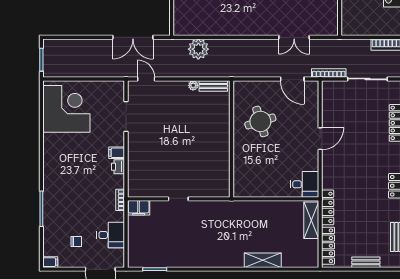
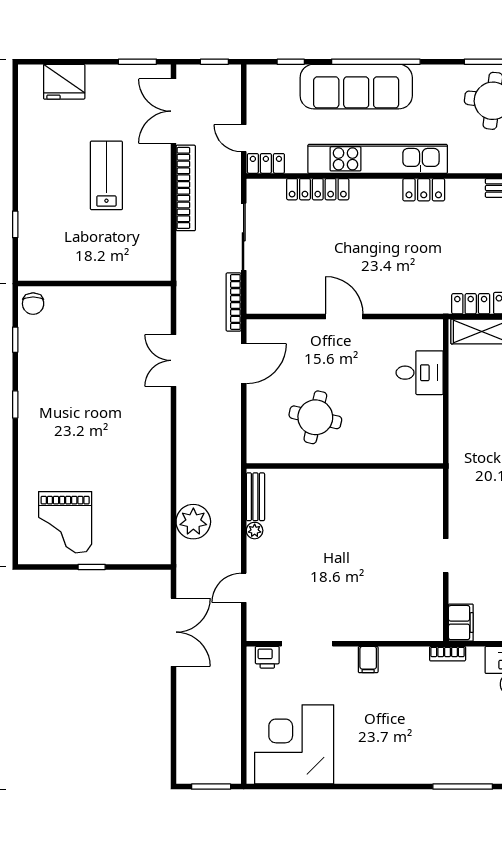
double door: (294, 37) -> (173, 360), swing flipped
door: (146, 79) -> (244, 588), moved
round table: (260, 121) -> (315, 417), turned 30
printer: (118, 167) -> (267, 657), moved
desk: (305, 184) -> (420, 373), moved, turned 90
locker: (328, 207) -> (471, 304), width x0.66

